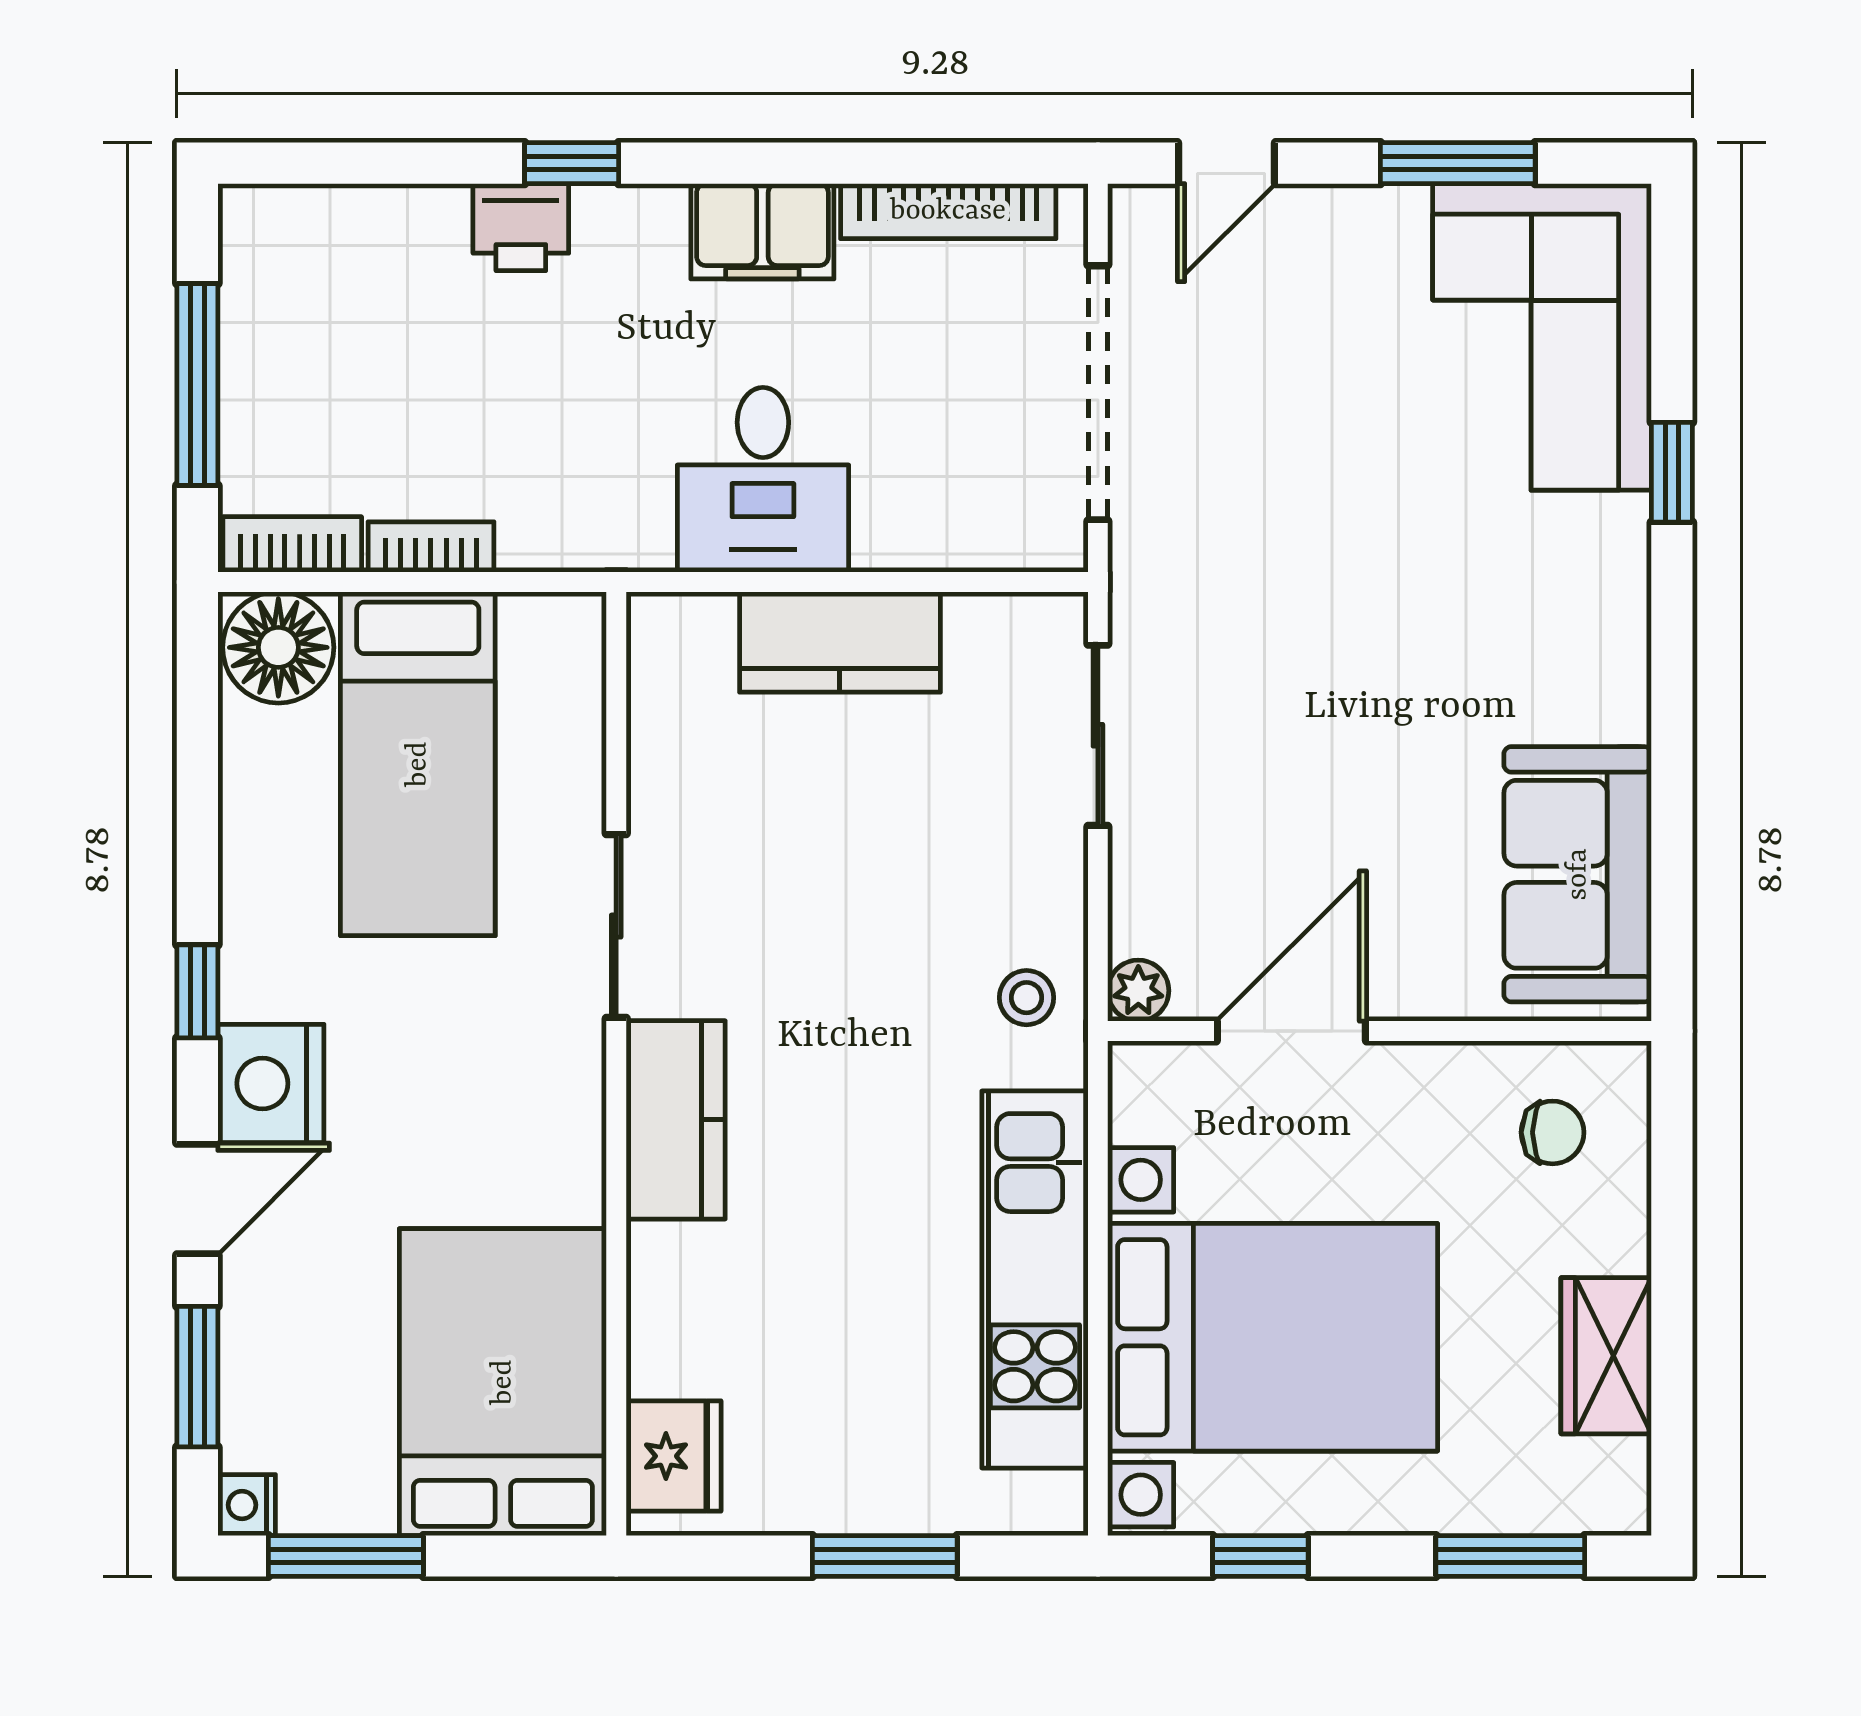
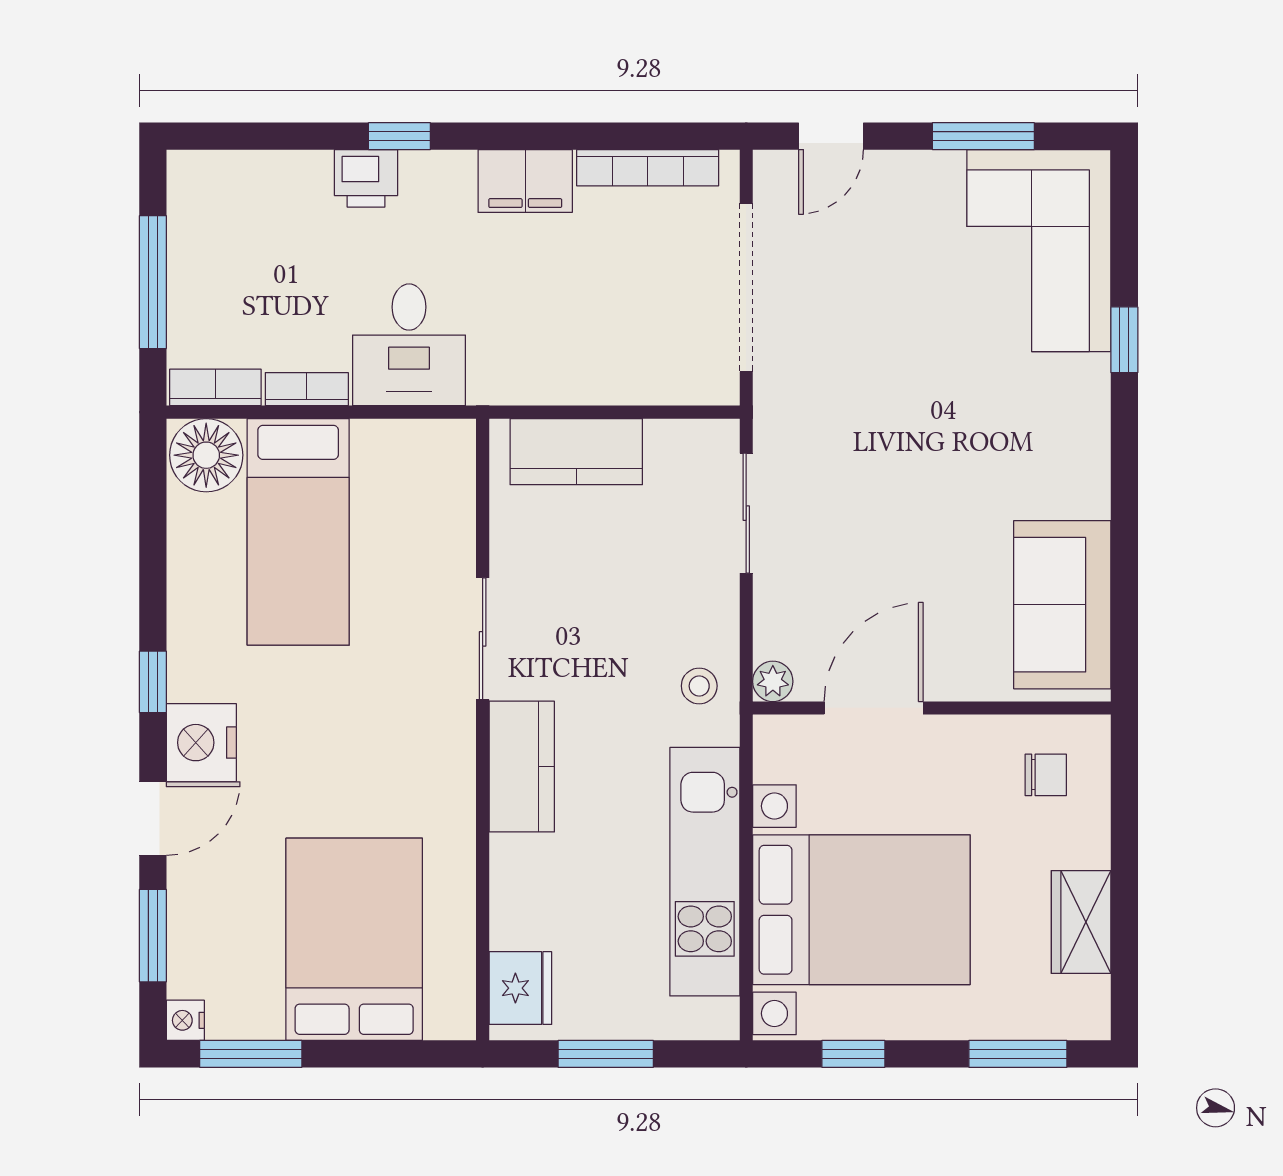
desk: (763, 480) -> (409, 345), moved
sliding door: (616, 926) -> (483, 639), moved
wall: (616, 1064) -> (483, 729), moved
kitchen counter: (676, 1120) -> (522, 767), moved
fridge: (674, 1456) -> (520, 988), moved

